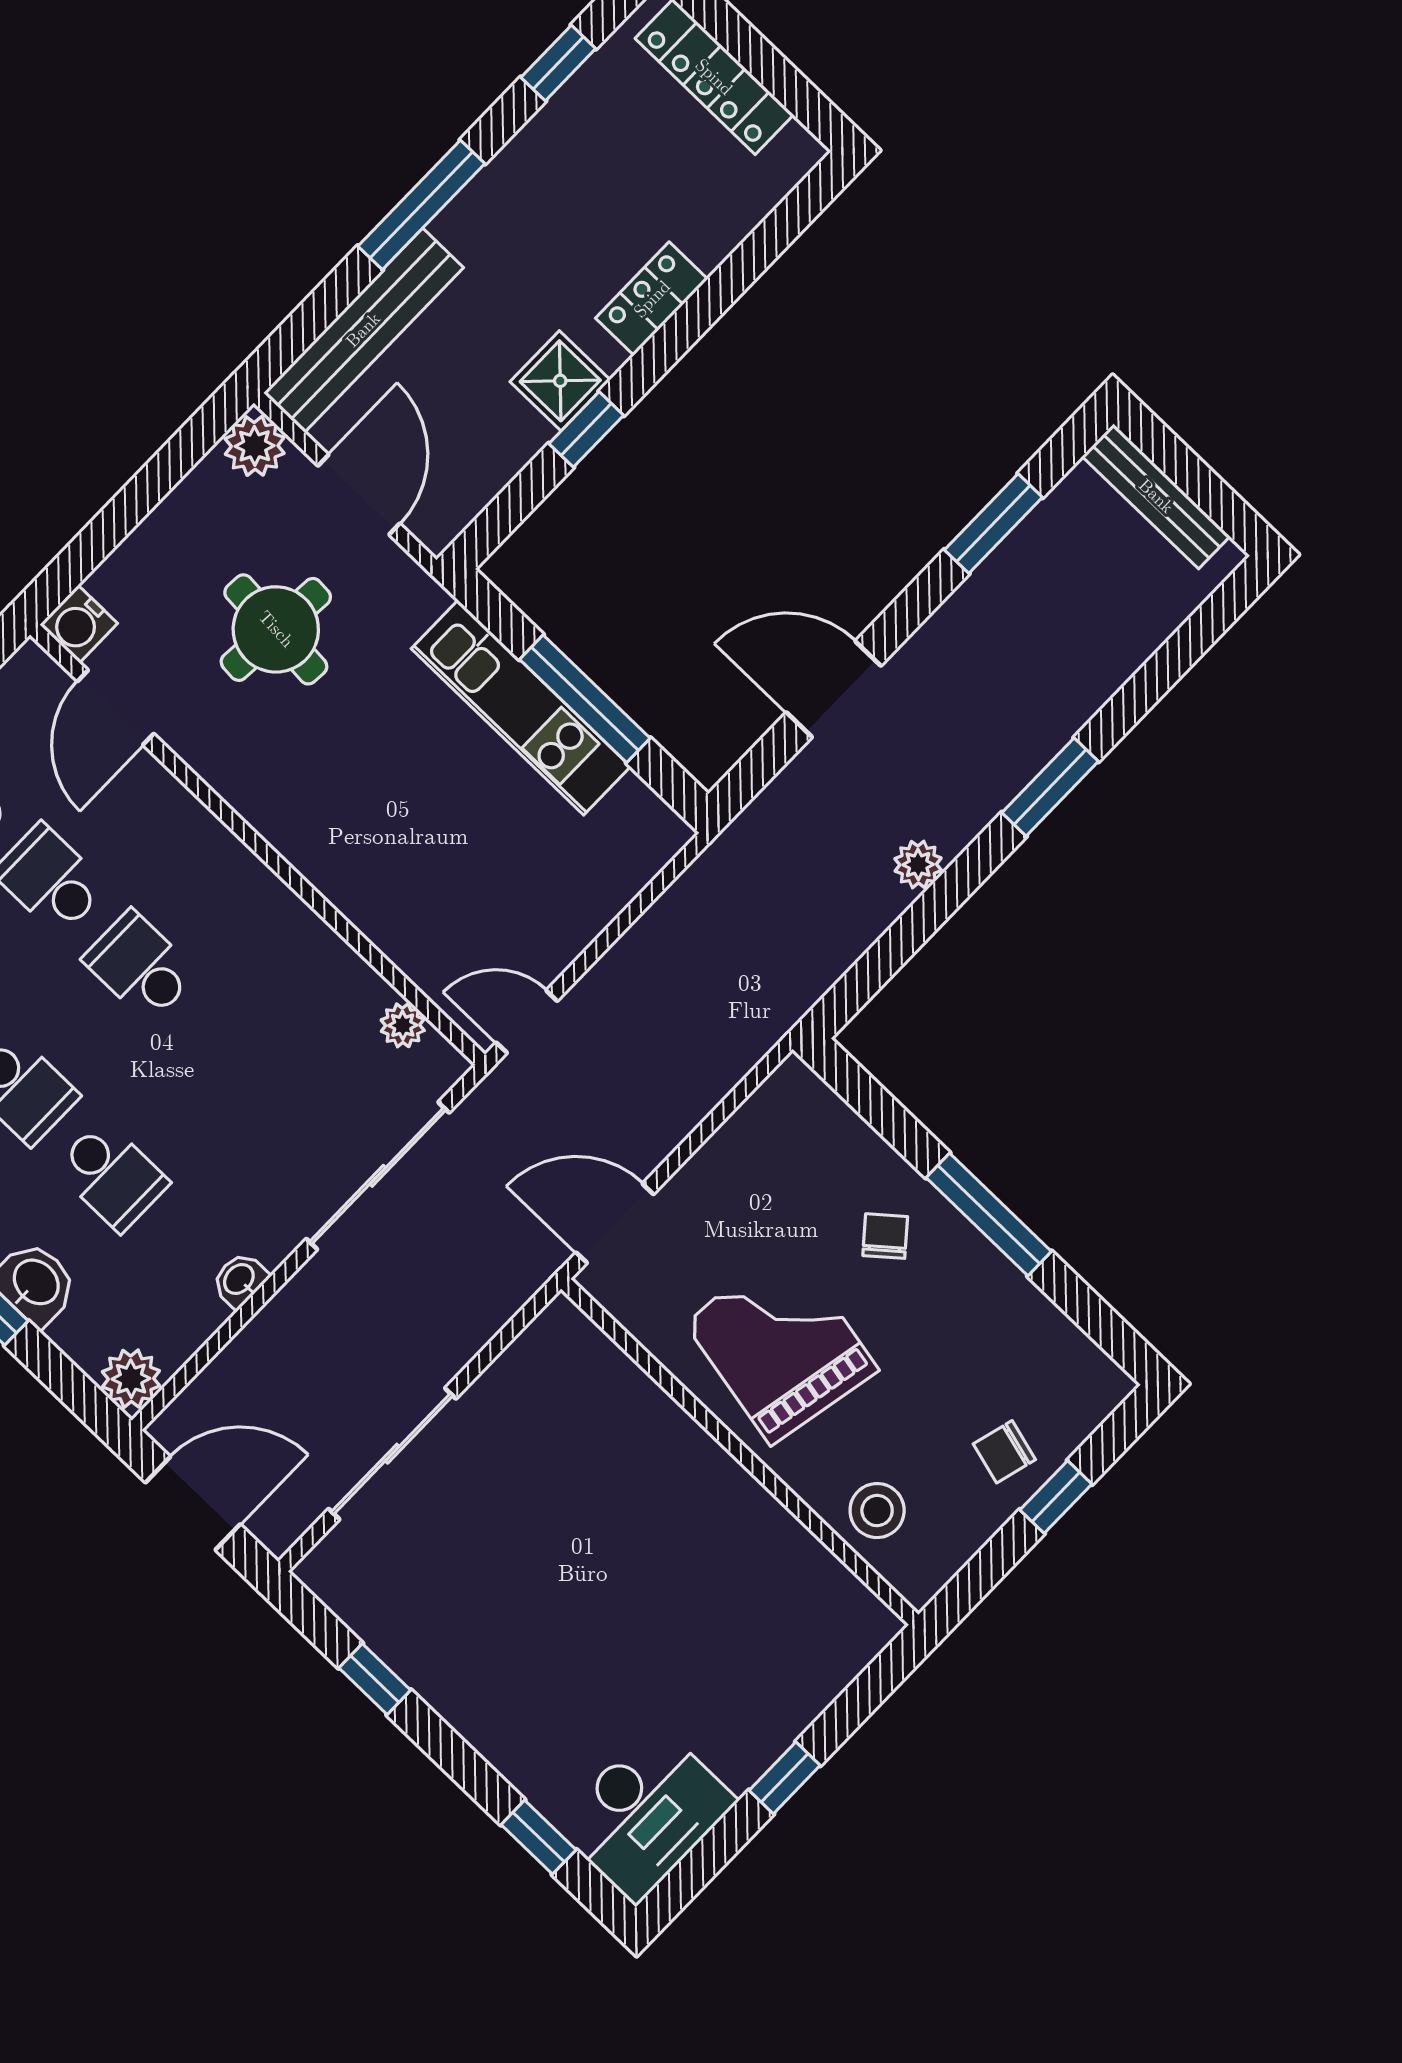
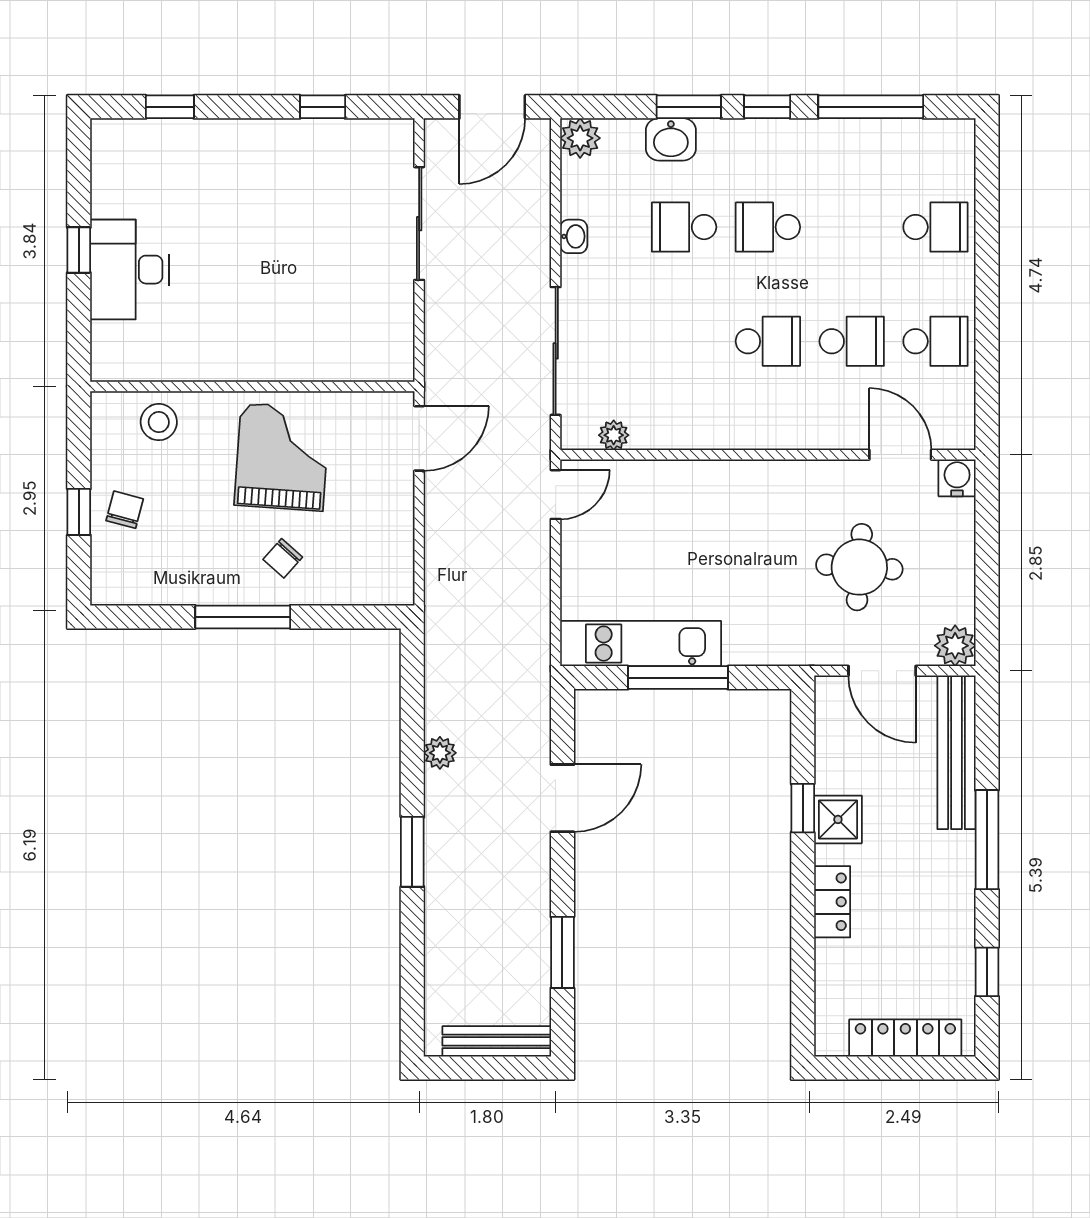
kitchen unit: (521, 708) -> (641, 644), moved
chair: (885, 1236) -> (283, 558), turned 82
grand piano: (781, 1346) -> (282, 457), turned -97
desk: (645, 1813) -> (129, 270), moved

